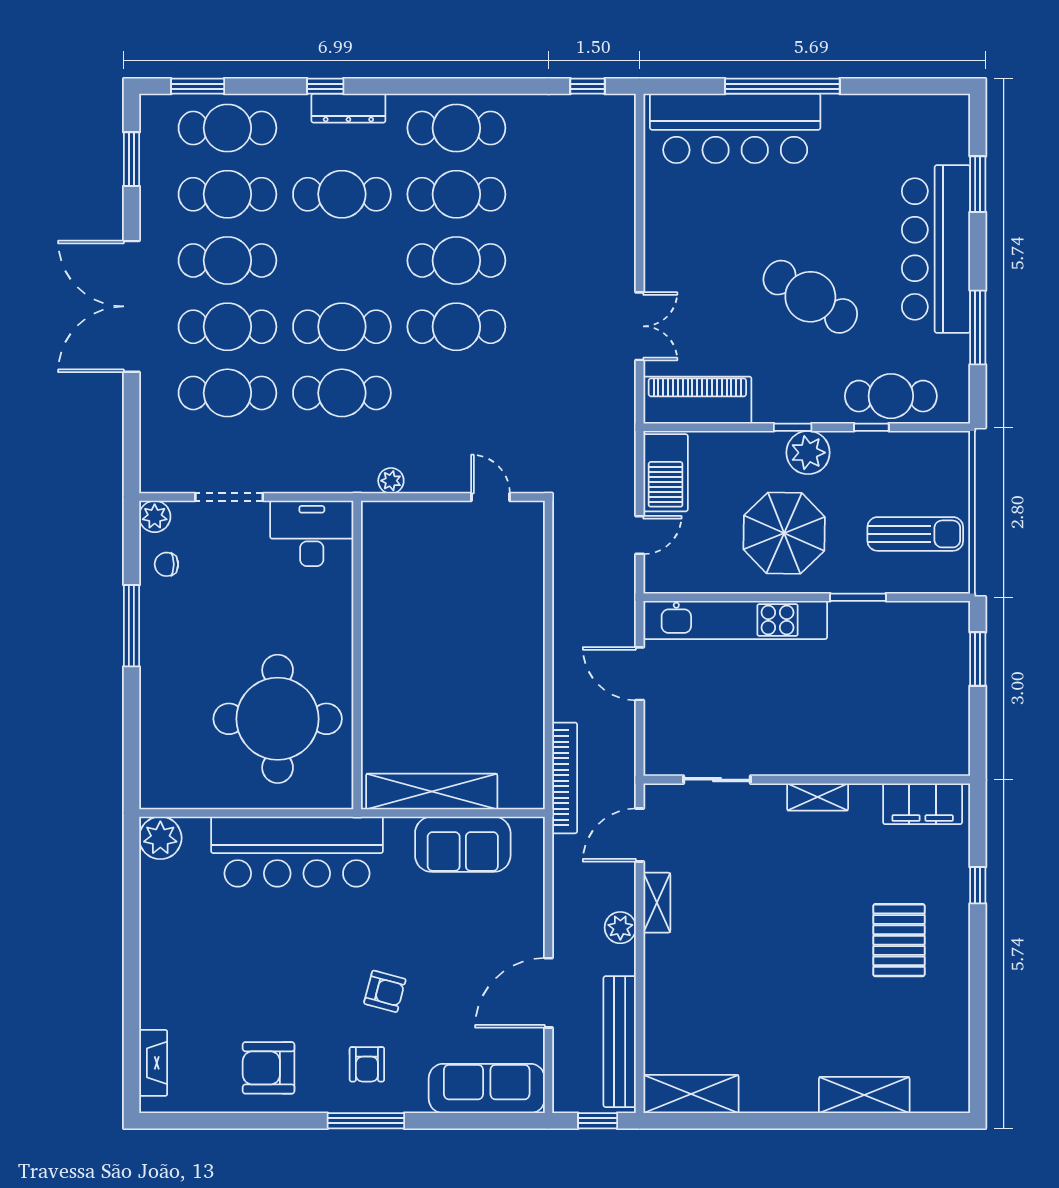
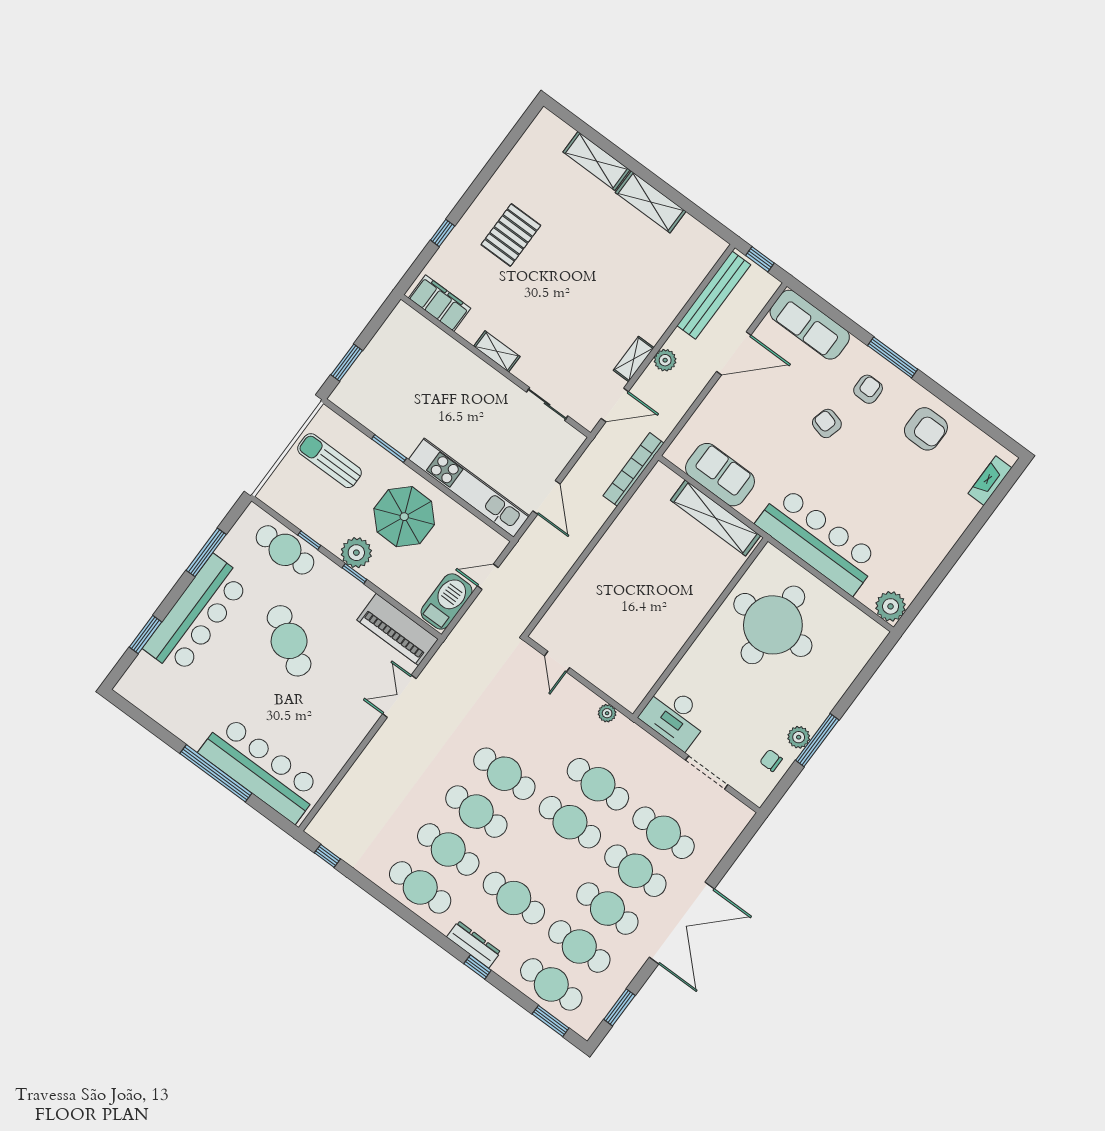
plant: (155, 516) -> (799, 737), moved
chair: (166, 564) -> (771, 760), turned 180
shelving: (691, 1094) -> (651, 202), moved

